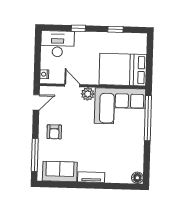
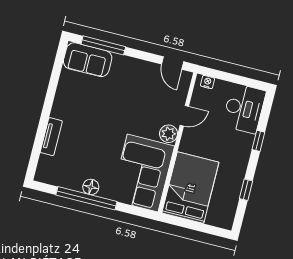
window: (148, 118) -> (86, 198), moved
armchair: (54, 132) -> (128, 78), removed
sofa: (60, 171) -> (88, 60), moved, turned 90
tv unit: (91, 177) -> (51, 137), moved
floor lamp: (137, 178) -> (91, 187), moved

